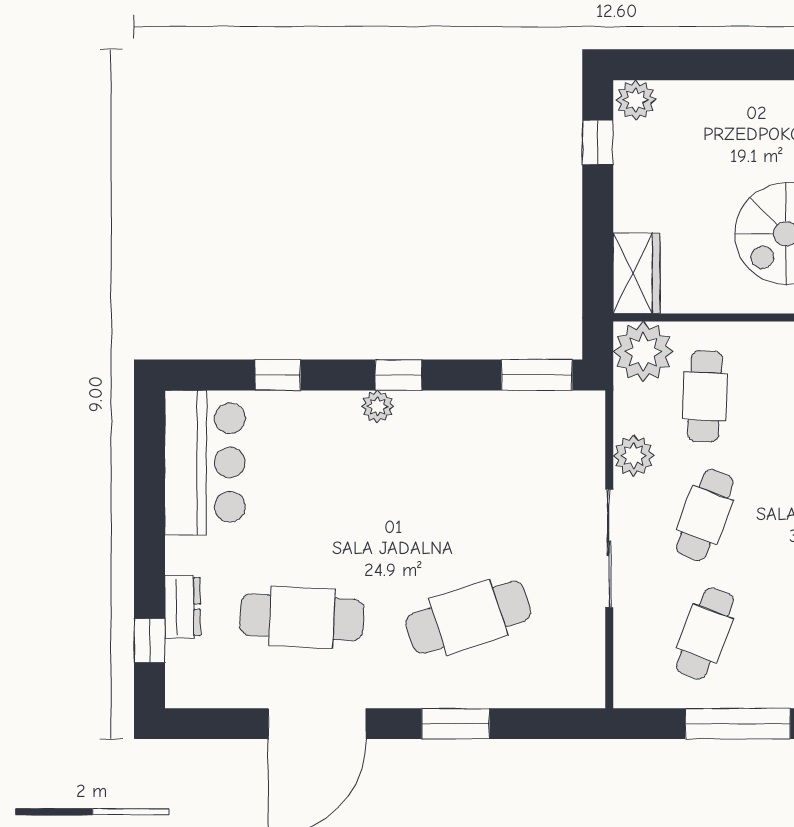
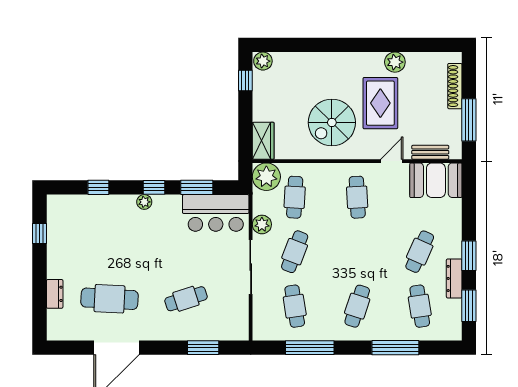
window: (537, 375) -> (197, 187), moved
bar counter: (205, 463) -> (216, 213), moved, turned 90
cafe table: (468, 617) -> (186, 299), width x0.73, depth x0.74
cafe table: (705, 633) -> (295, 306), turned -30
window: (149, 641) -> (39, 233), moved
window: (456, 724) -> (203, 348), moved

